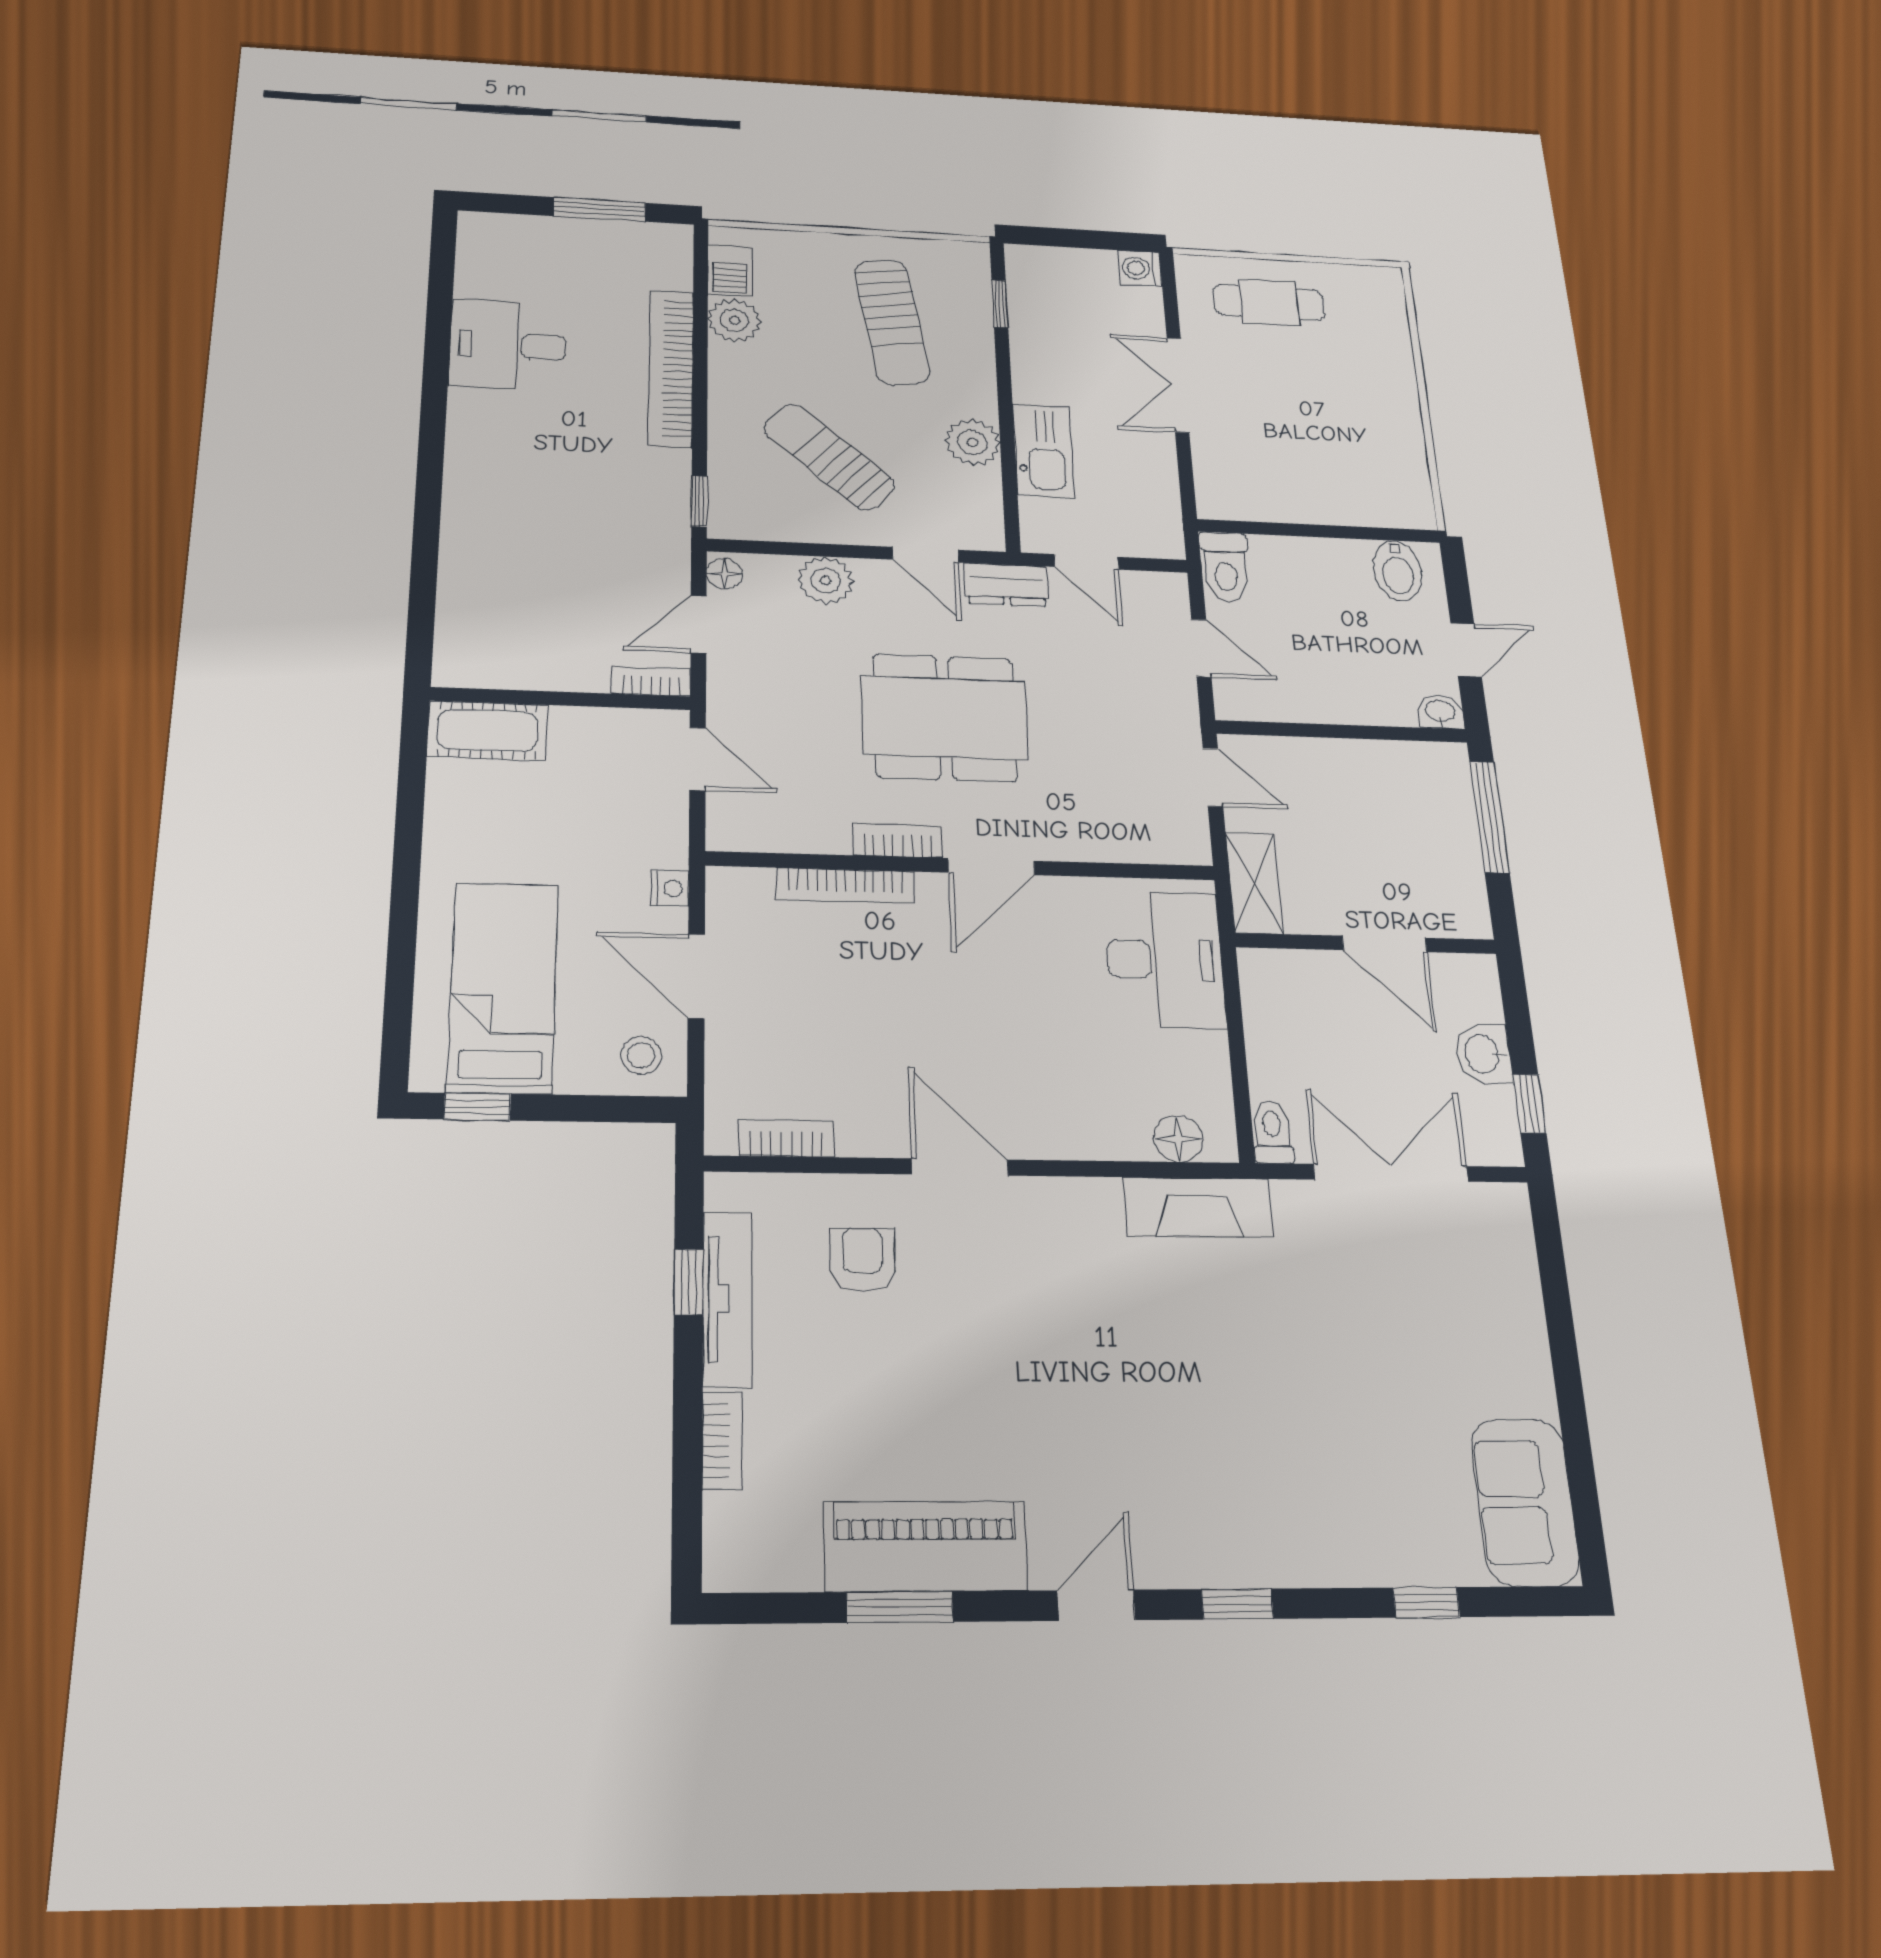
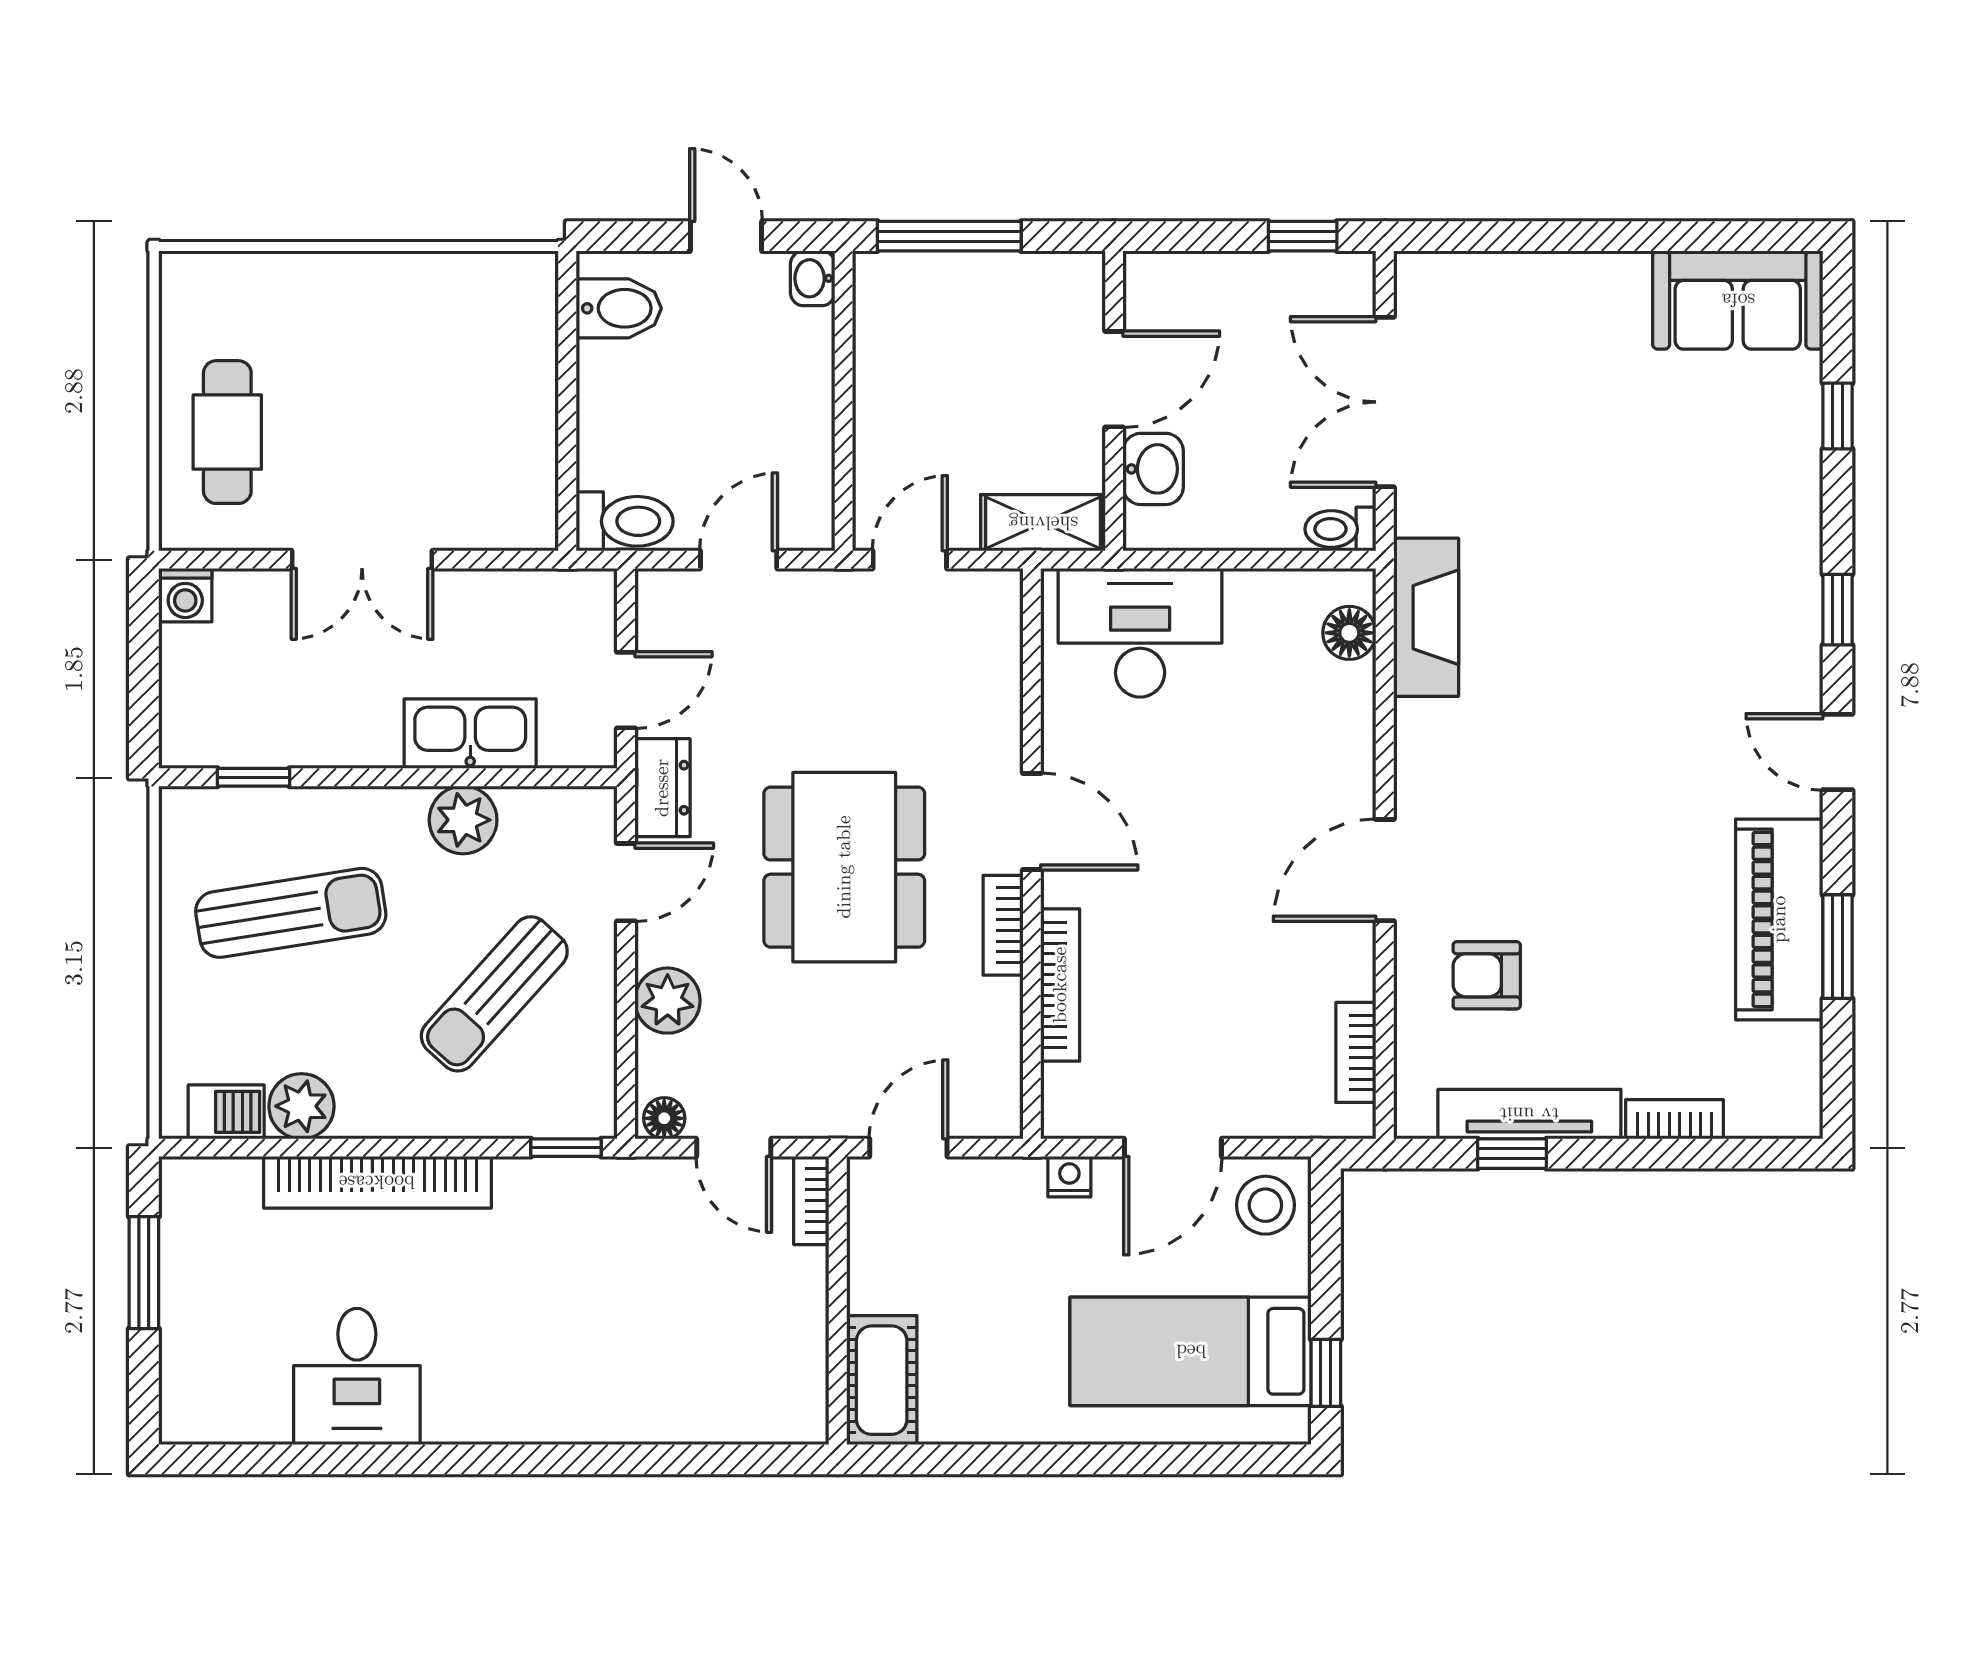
washbasin: (1483, 1054) -> (1153, 469), moved, turned -90
stool: (641, 1055) -> (1265, 1205), width x1.37, depth x1.37

